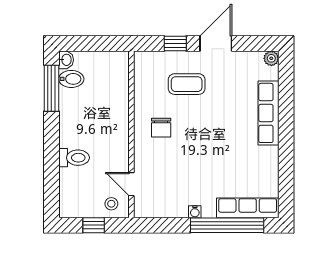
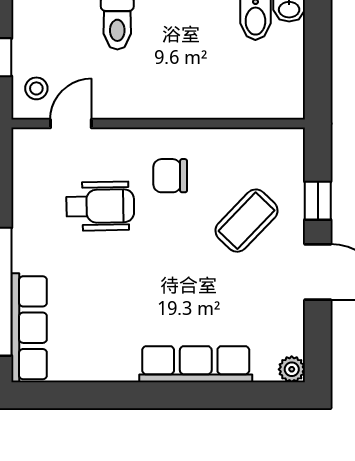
coffee table: (187, 84) -> (246, 221), turned 44
wheelchair: (178, 167) -> (100, 206), added
water cooler: (195, 212) -> (22, 235), removed

